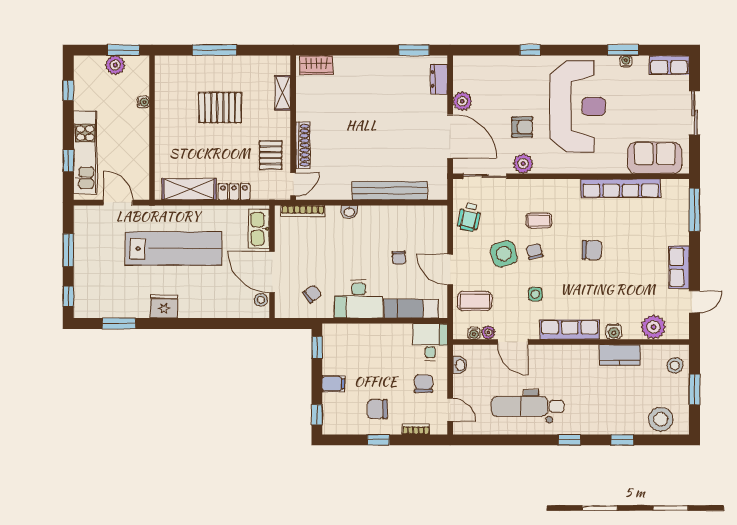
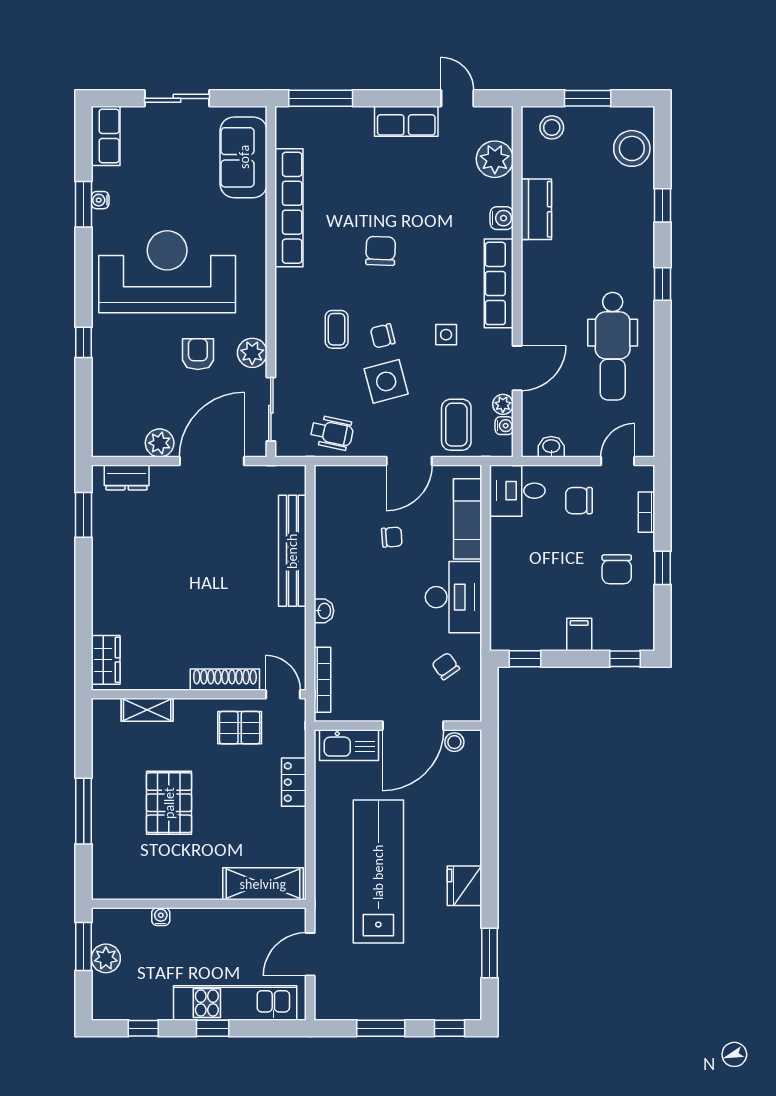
window: (68, 161) -> (213, 1028), moved
shelving: (189, 189) -> (263, 884), moved, turned 90

